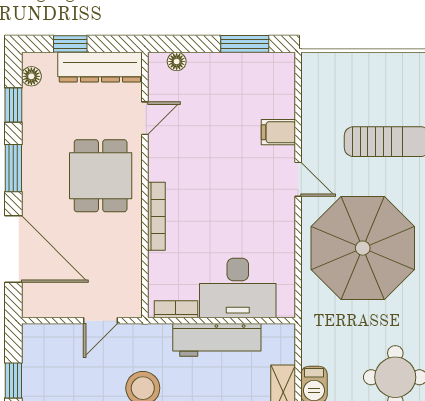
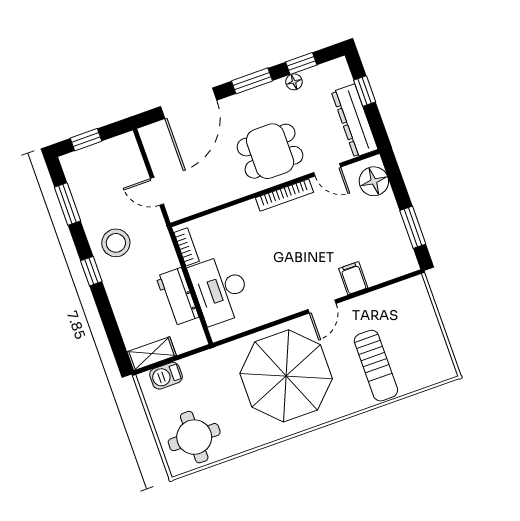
floor lamp: (177, 62) -> (374, 181), width x1.89, depth x1.89
floor lamp: (31, 76) -> (294, 82), moved
bookcase: (156, 216) -> (284, 195), moved
workbench: (217, 340) -> (177, 297), width x0.73

